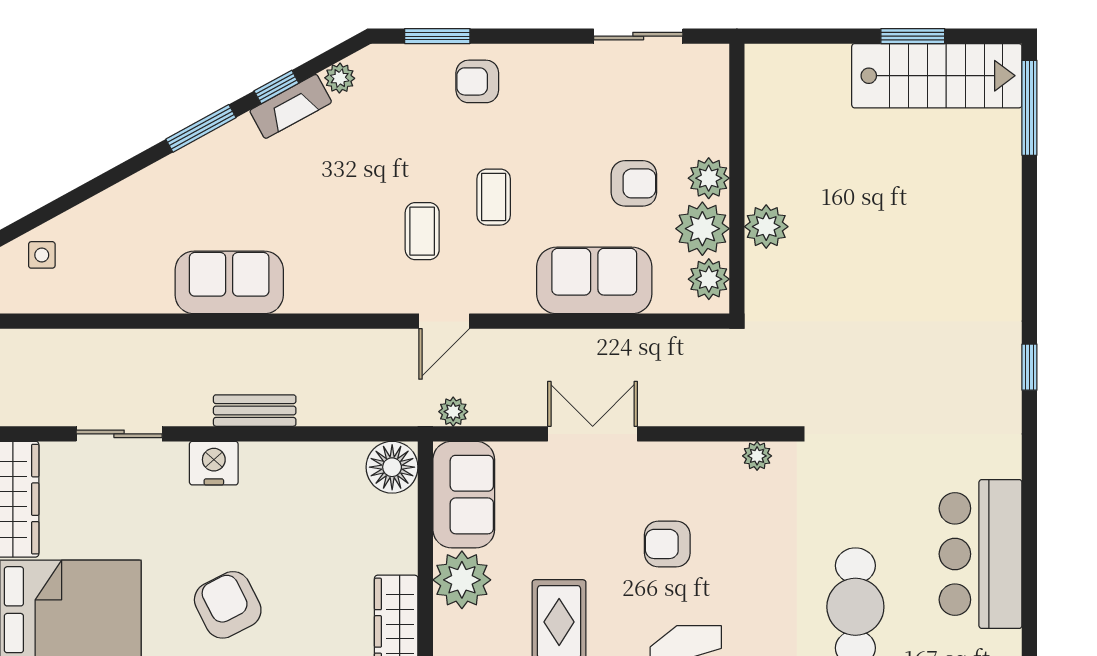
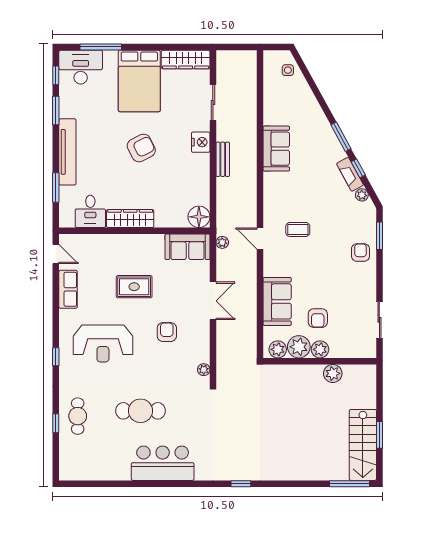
coffee table: (494, 197) -> (312, 259), removed
plant: (766, 227) -> (333, 373), moved
plant: (462, 580) -> (152, 246), removed

